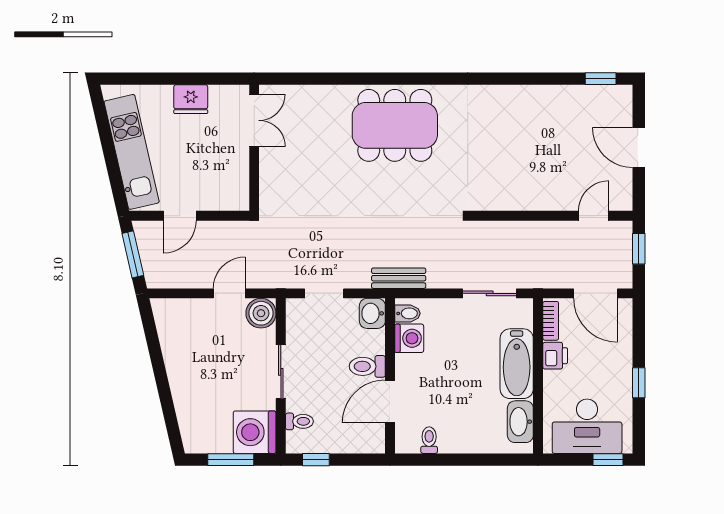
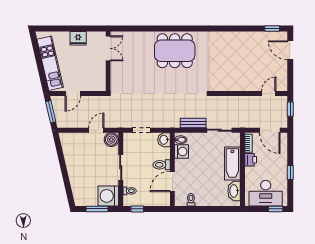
door: (639, 148) -> (290, 50), moved
bench: (399, 278) -> (193, 123), moved

